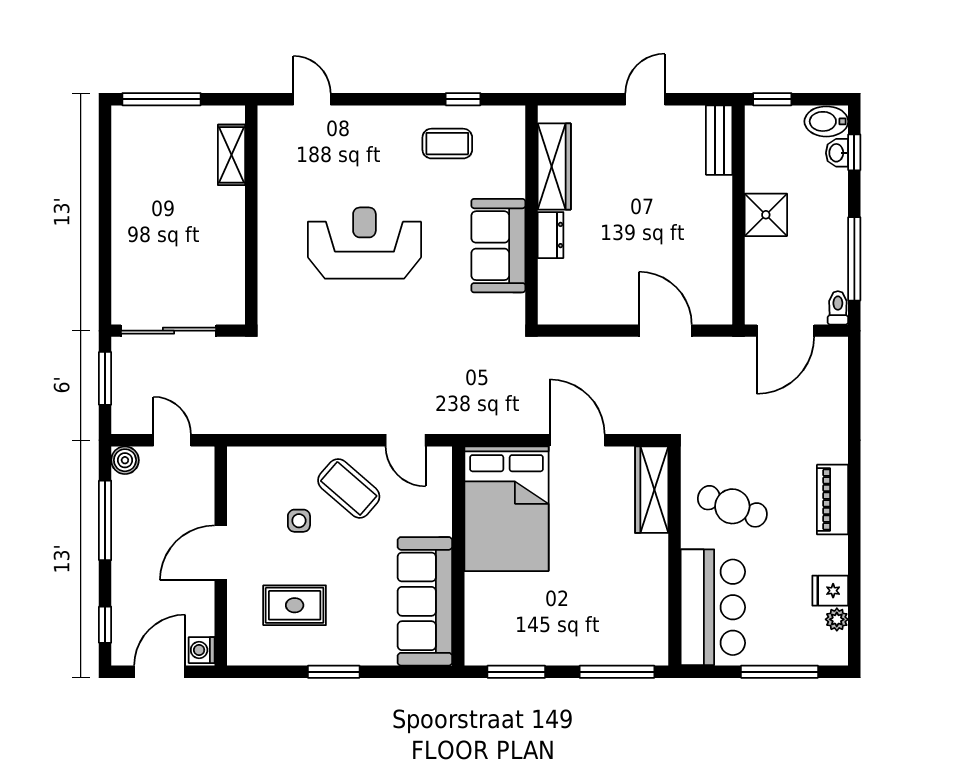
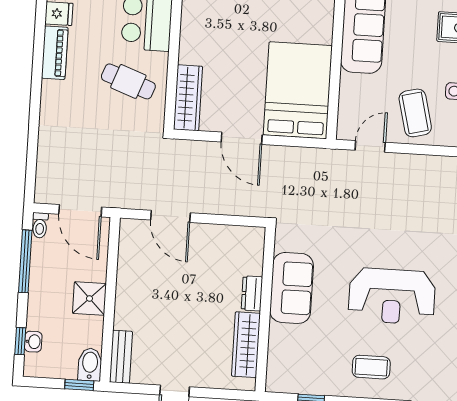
bidet: (826, 121) -> (90, 365), moved, turned -90
coffee table: (447, 144) -> (371, 367), moved
door: (786, 331) -> (80, 211), swing flipped
door: (406, 440) -> (370, 146), hinge flipped
coffee table: (349, 488) -> (415, 113), turned 35
piano: (833, 500) -> (55, 53), moved

